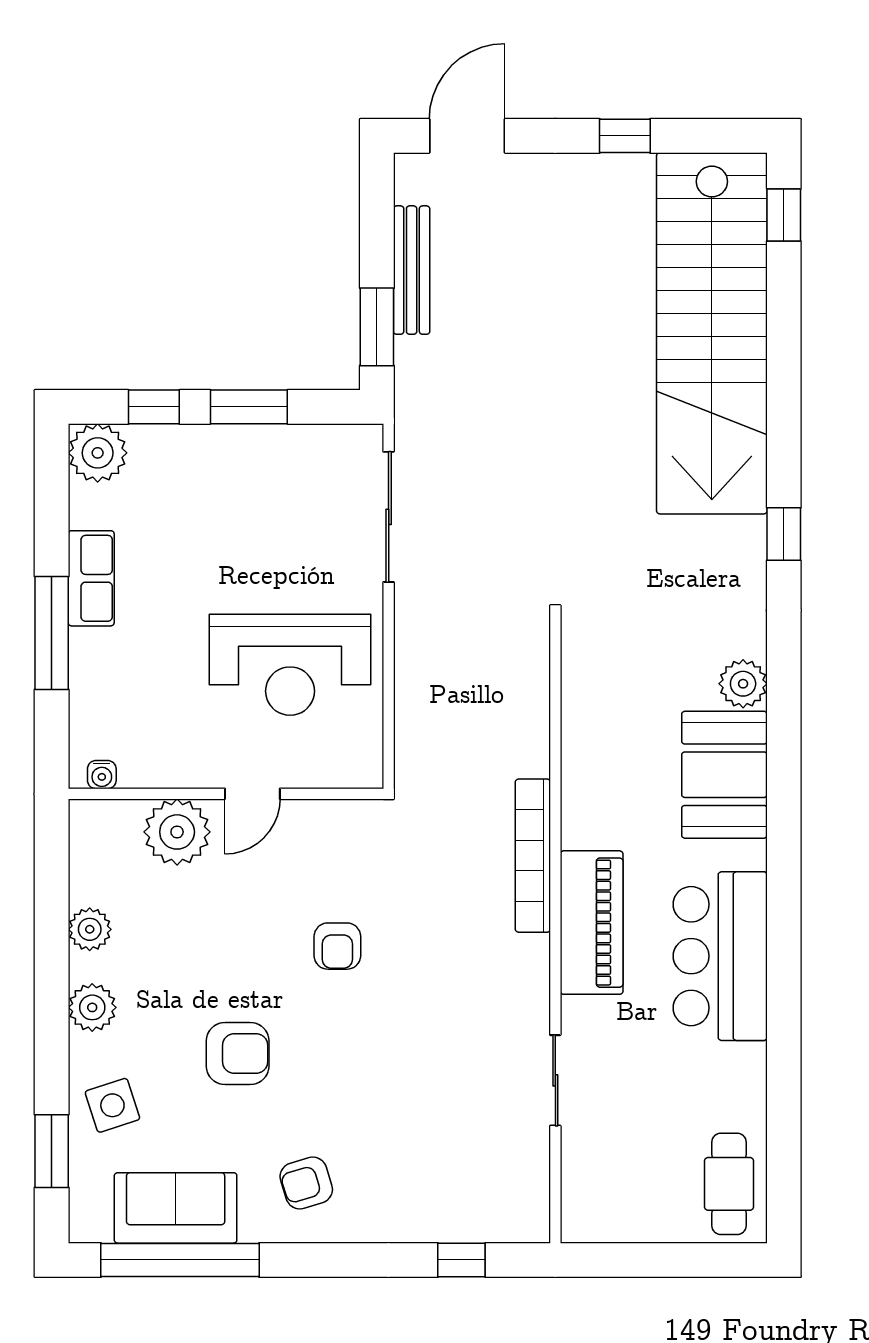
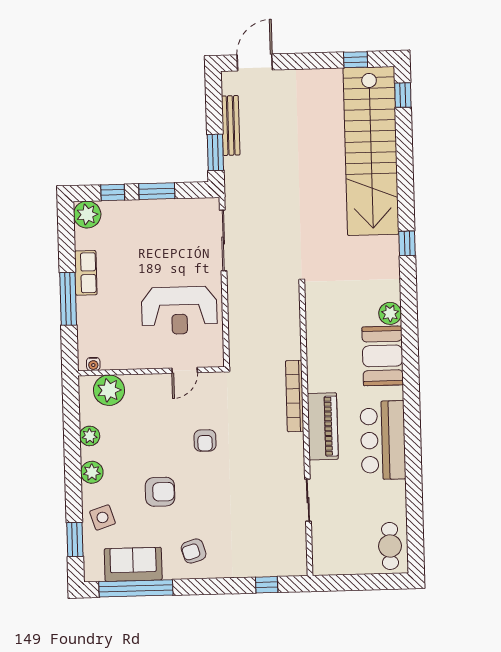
window: (625, 136) -> (356, 60), moved
door: (252, 794) -> (185, 370), moved
plant: (177, 832) -> (109, 390), moved

